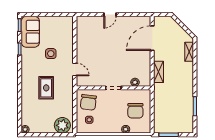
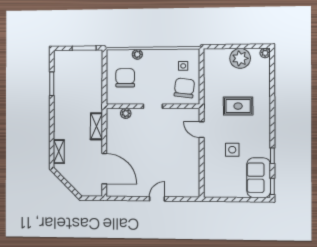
door: (152, 38) -> (104, 169), hinge flipped
rug: (46, 88) -> (238, 106), turned 90
plant: (62, 125) -> (240, 58), moved

